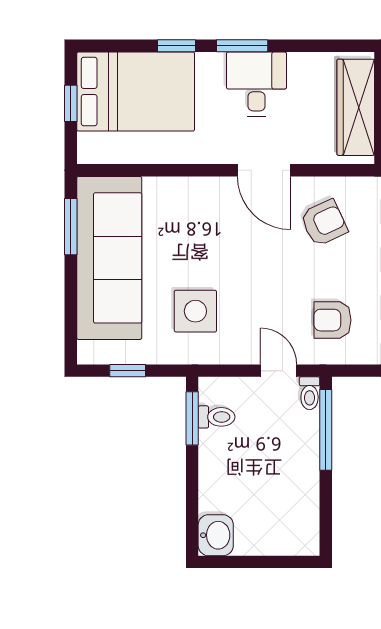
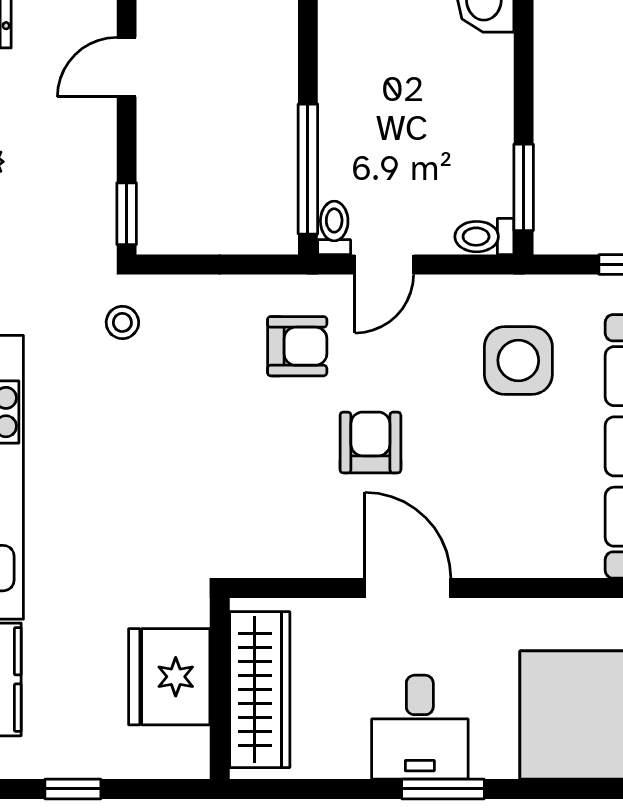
window: (177, 46) -> (549, 789), removed
armchair: (324, 223) -> (370, 442), moved, turned 115
door: (279, 371) -> (384, 264), hinge flipped
toilet: (217, 417) -> (484, 237), moved

